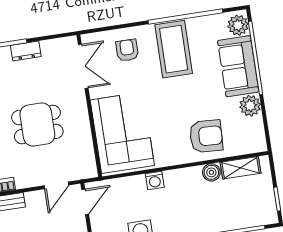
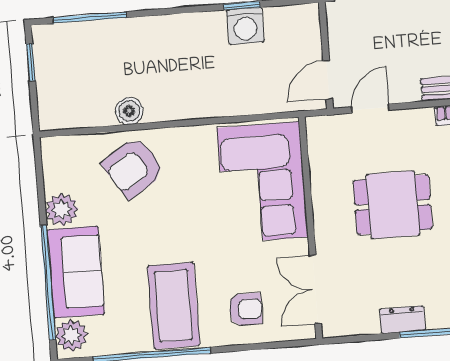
armchair: (127, 50) -> (246, 309), turned -90
armchair: (206, 136) -> (133, 167), turned -36
shelving: (240, 168) -> (84, 115), removed
washing machine: (155, 180) -> (218, 105), removed

